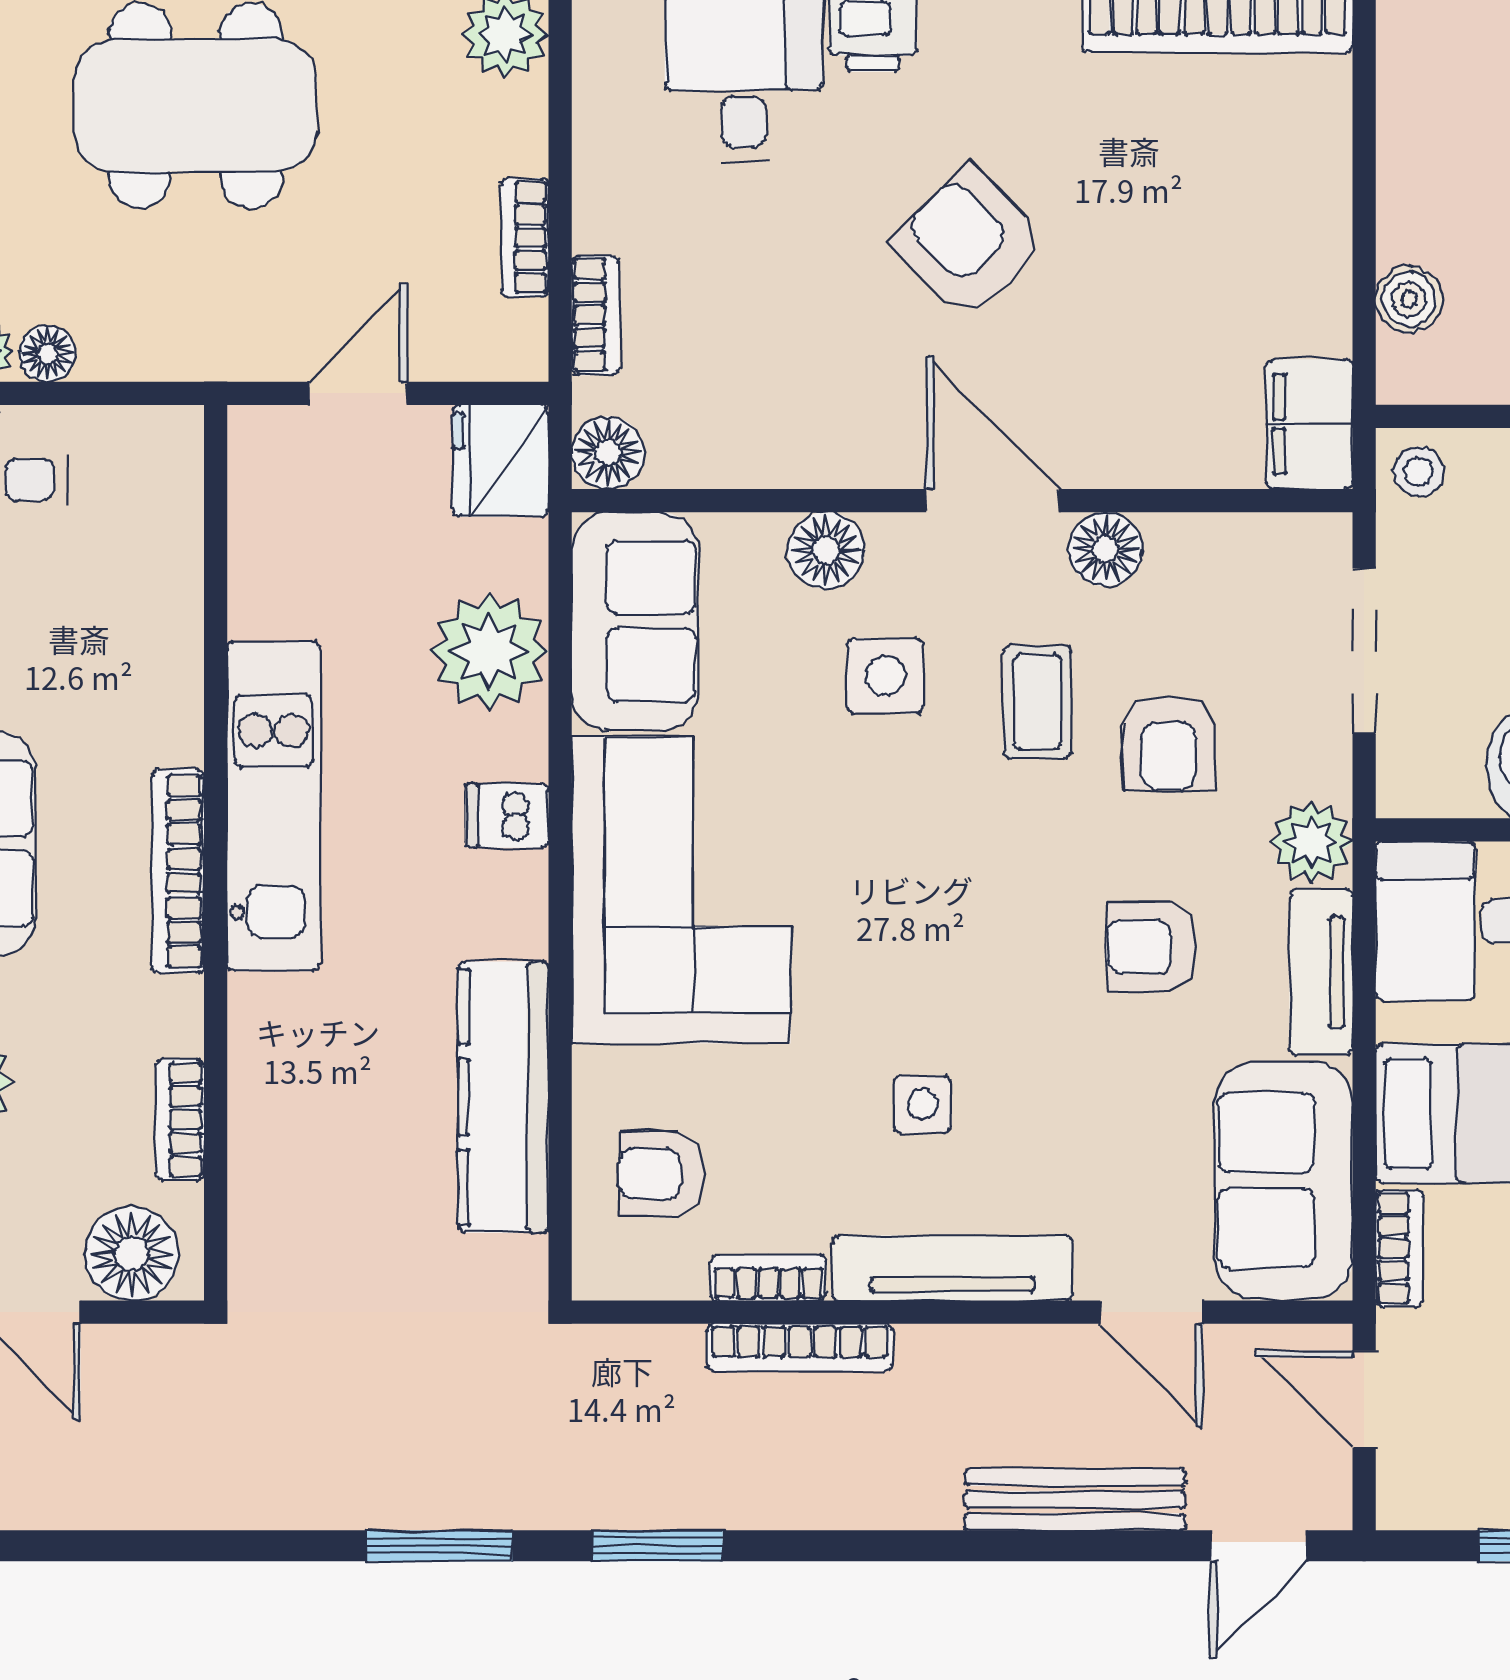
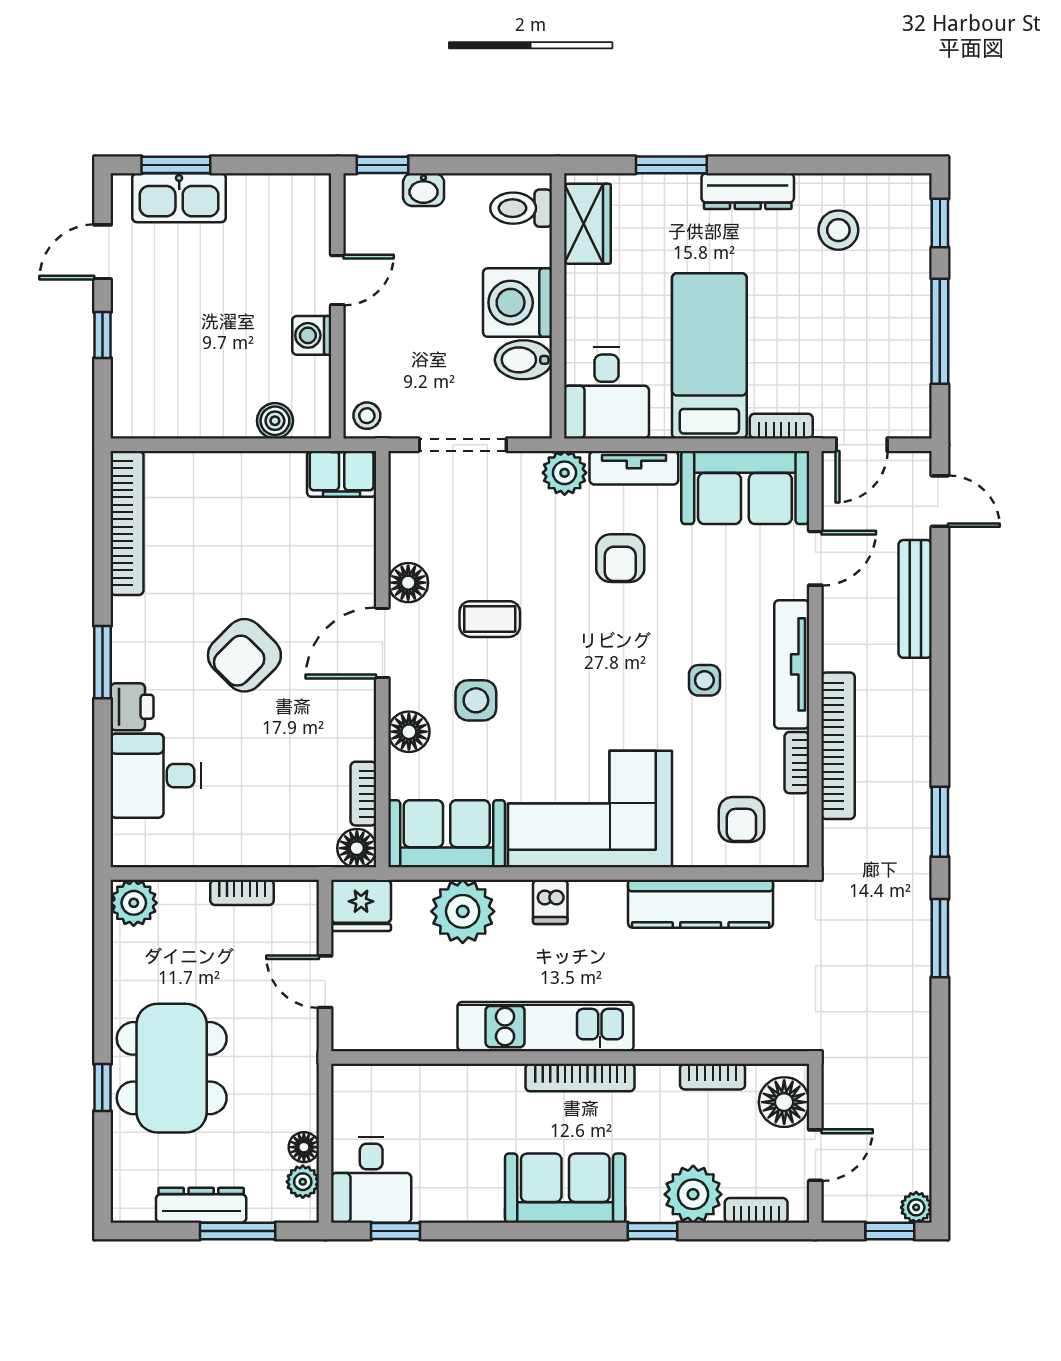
bookcase: (596, 315) -> (363, 794), moved, turned -90
armchair: (1169, 743) -> (512, 549), removed
bookcase: (800, 1347) -> (838, 746), width x1.48, depth x1.31

